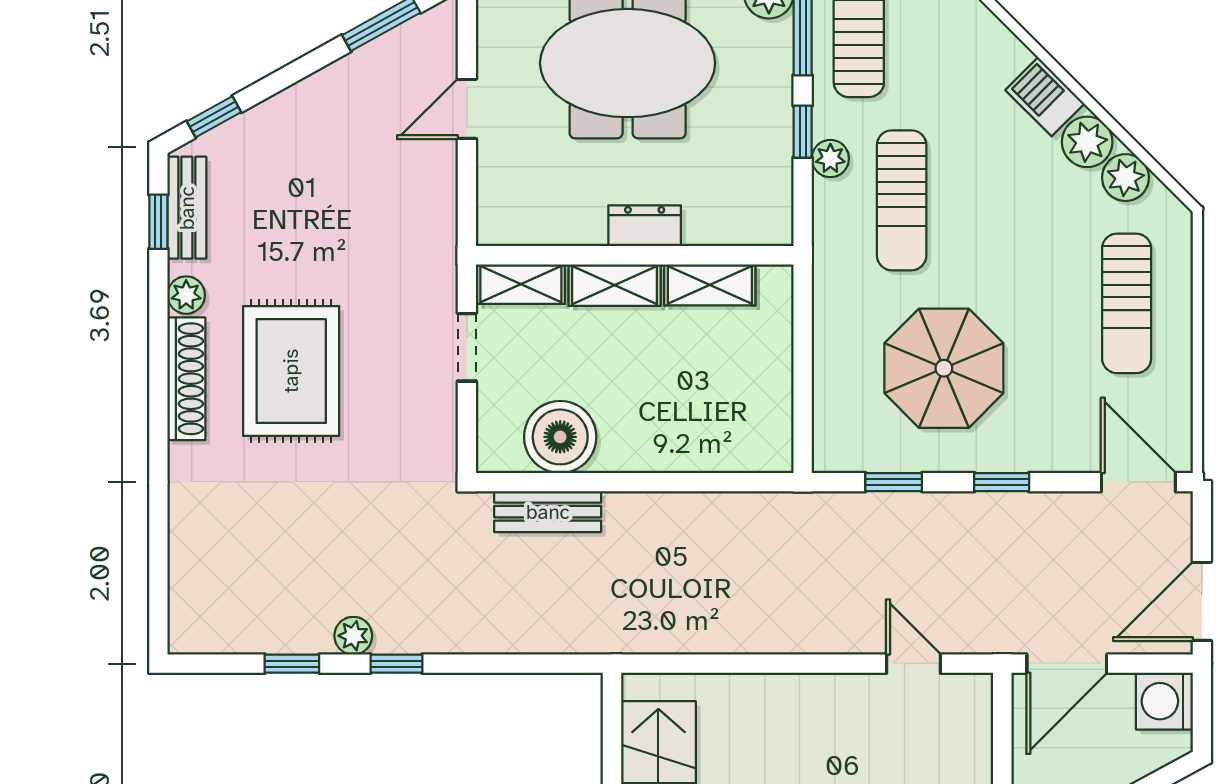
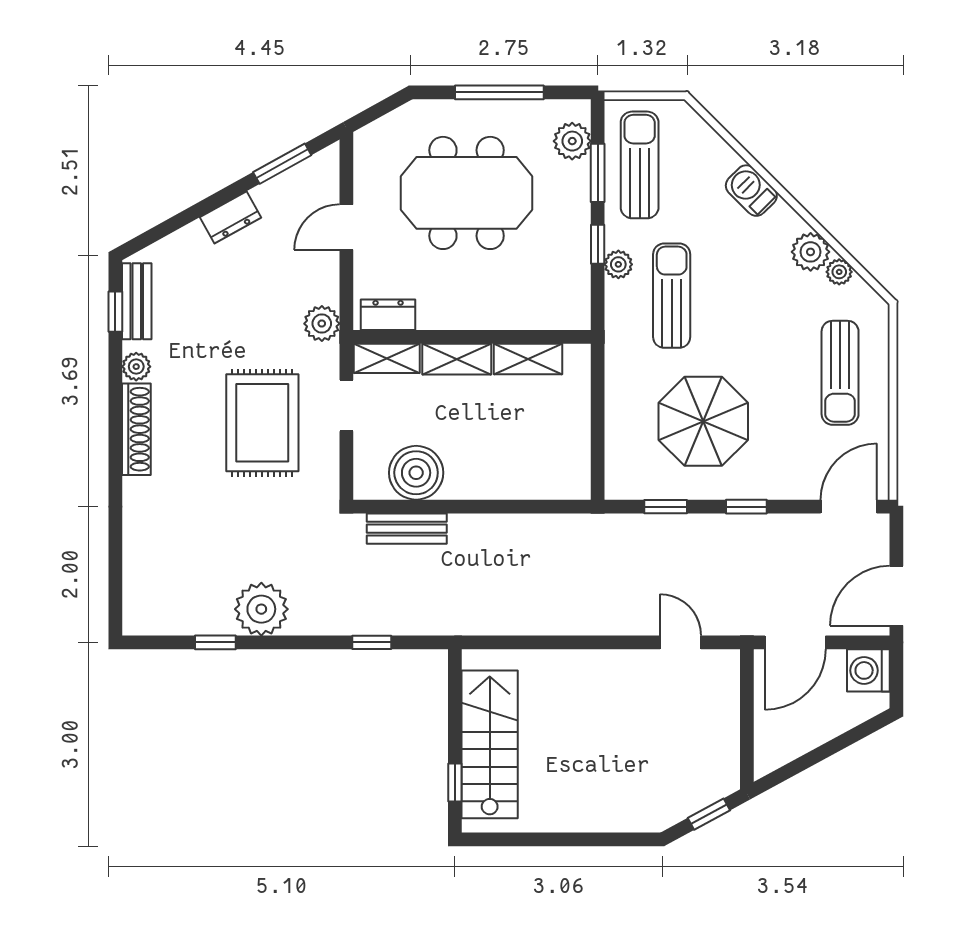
dresser: (312, 96) -> (231, 217), added
barbecue: (1045, 97) -> (751, 191), moved
window: (214, 117) -> (157, 233), removed
plant: (1126, 178) -> (839, 272), width x0.73, depth x0.73
sun lounger: (902, 200) -> (672, 296), turned 180
dresser: (645, 226) -> (388, 315), moved
plant: (434, 238) -> (322, 324), added
rug: (291, 371) -> (262, 423), moved
door: (1138, 482) -> (849, 507), hinge flipped
plant: (353, 636) -> (261, 609), width x1.87, depth x1.87
window: (396, 664) -> (372, 642), moved

